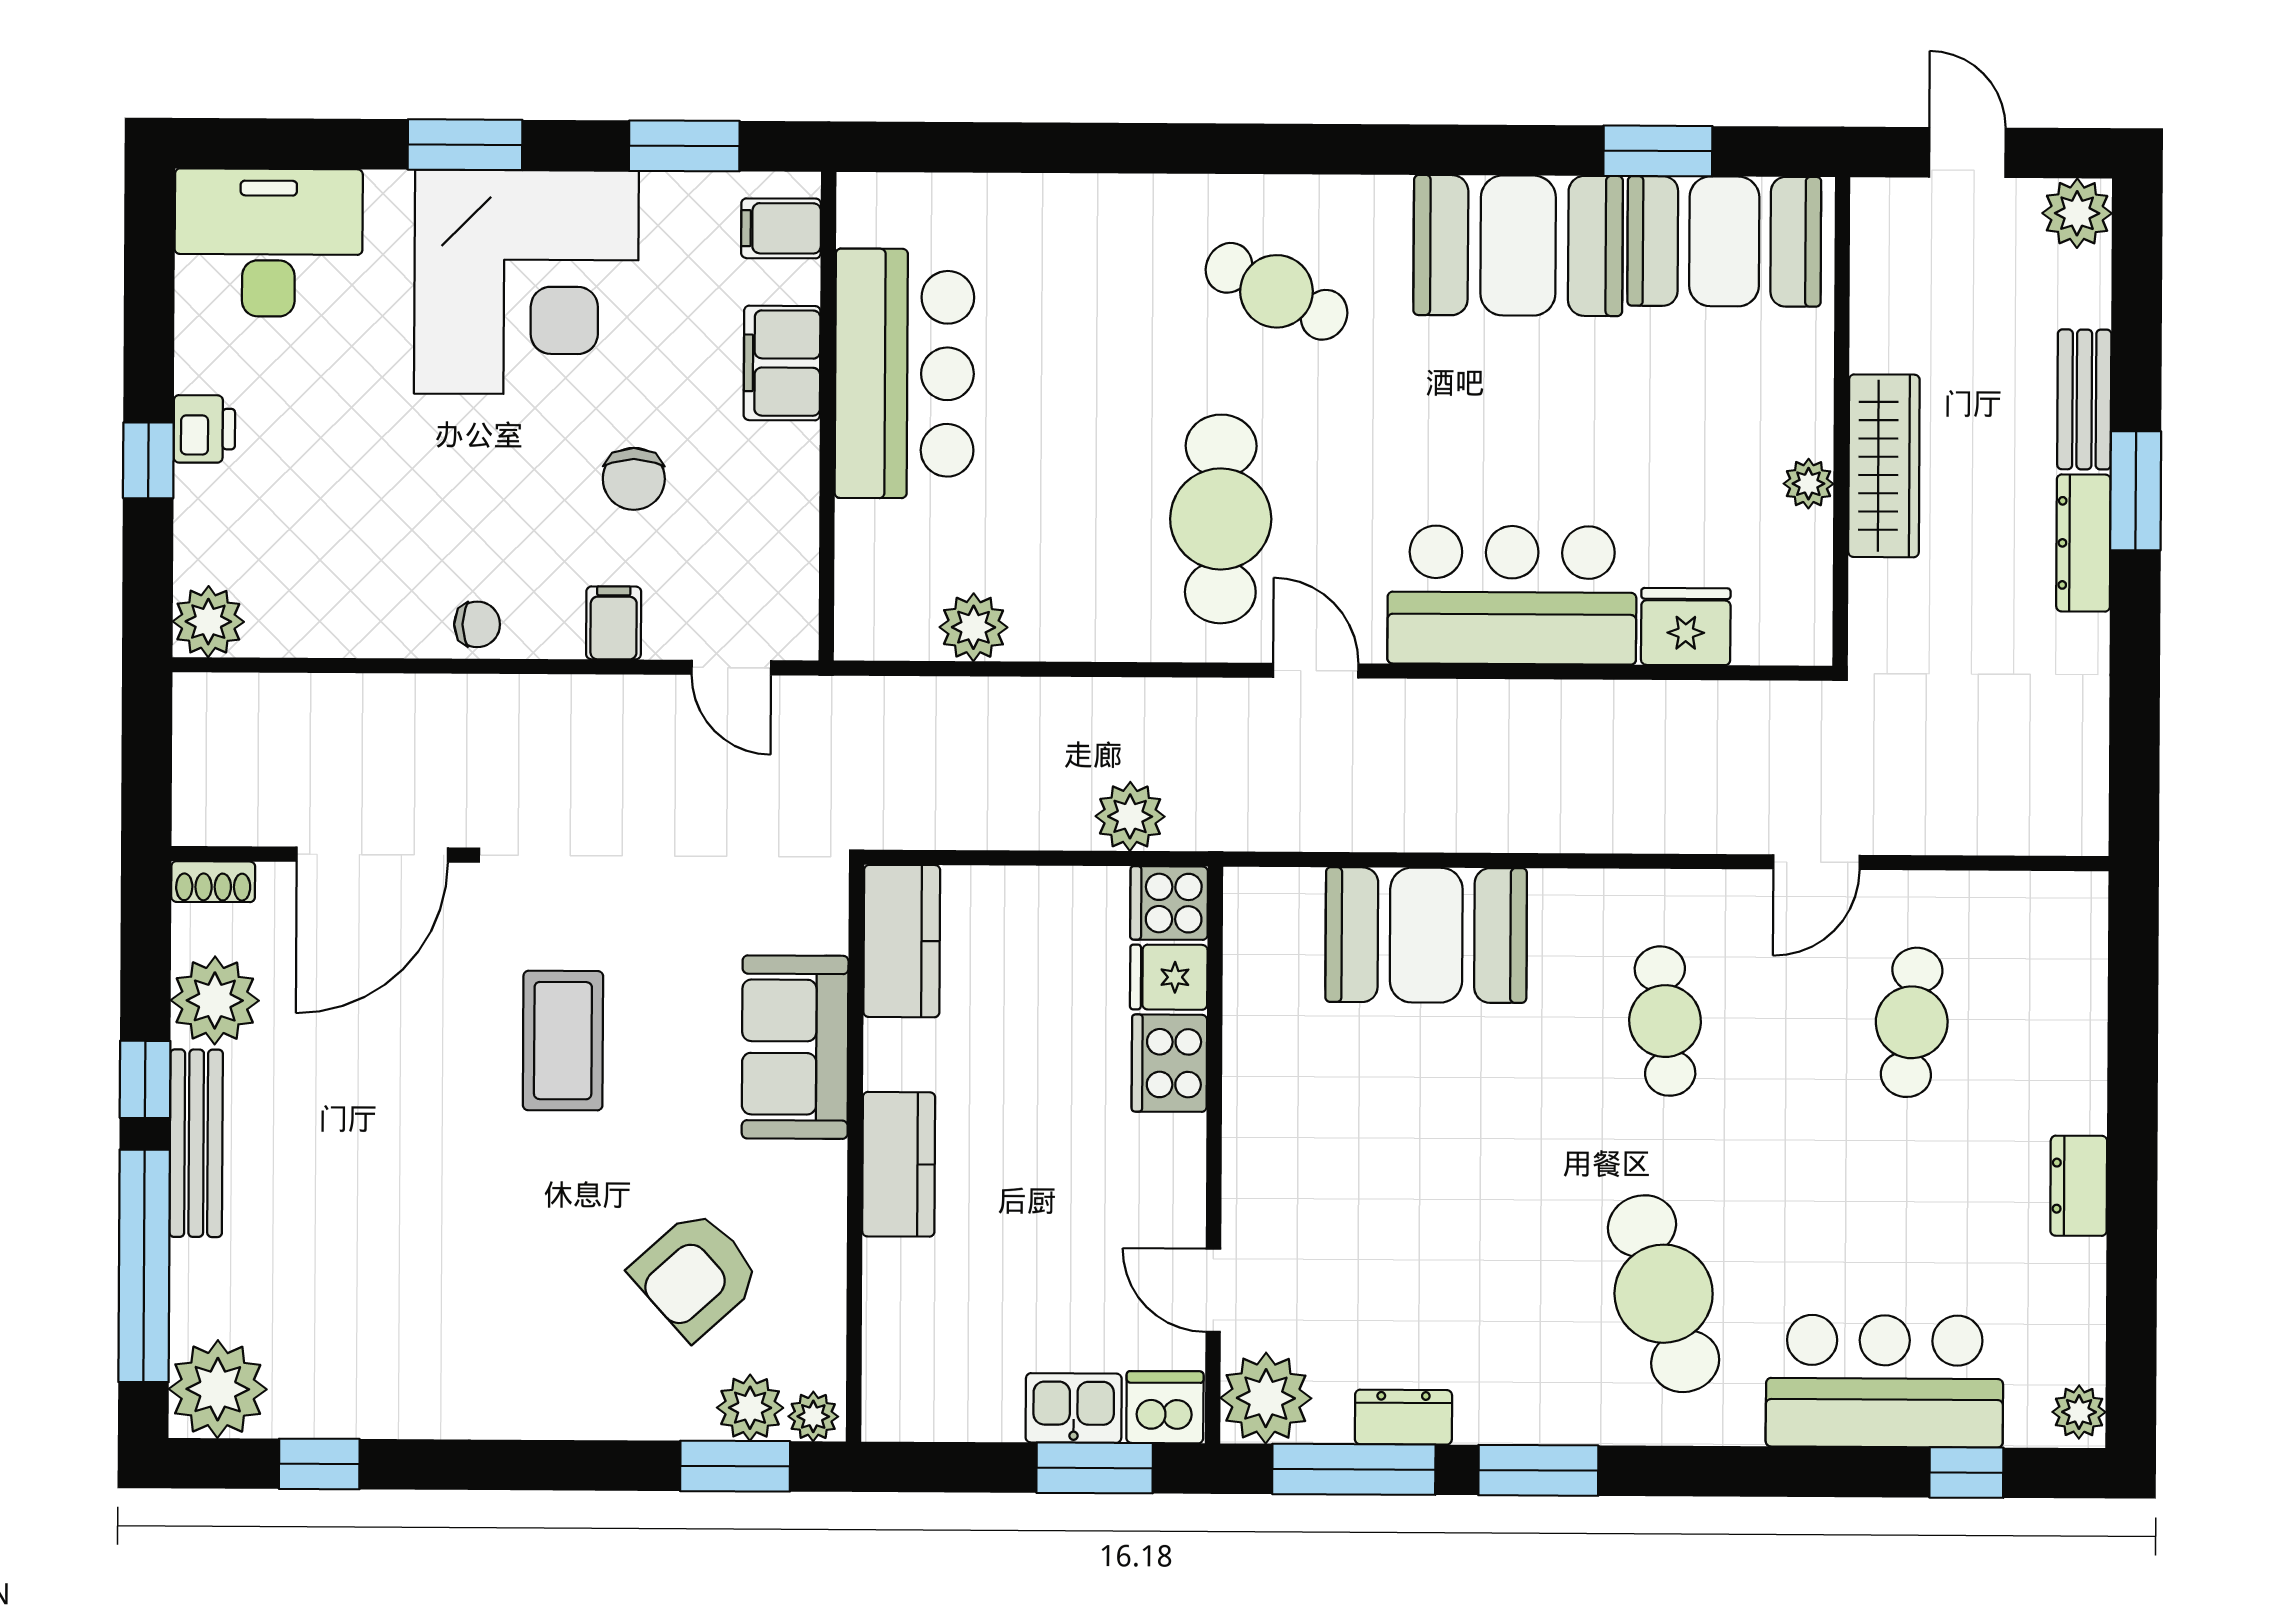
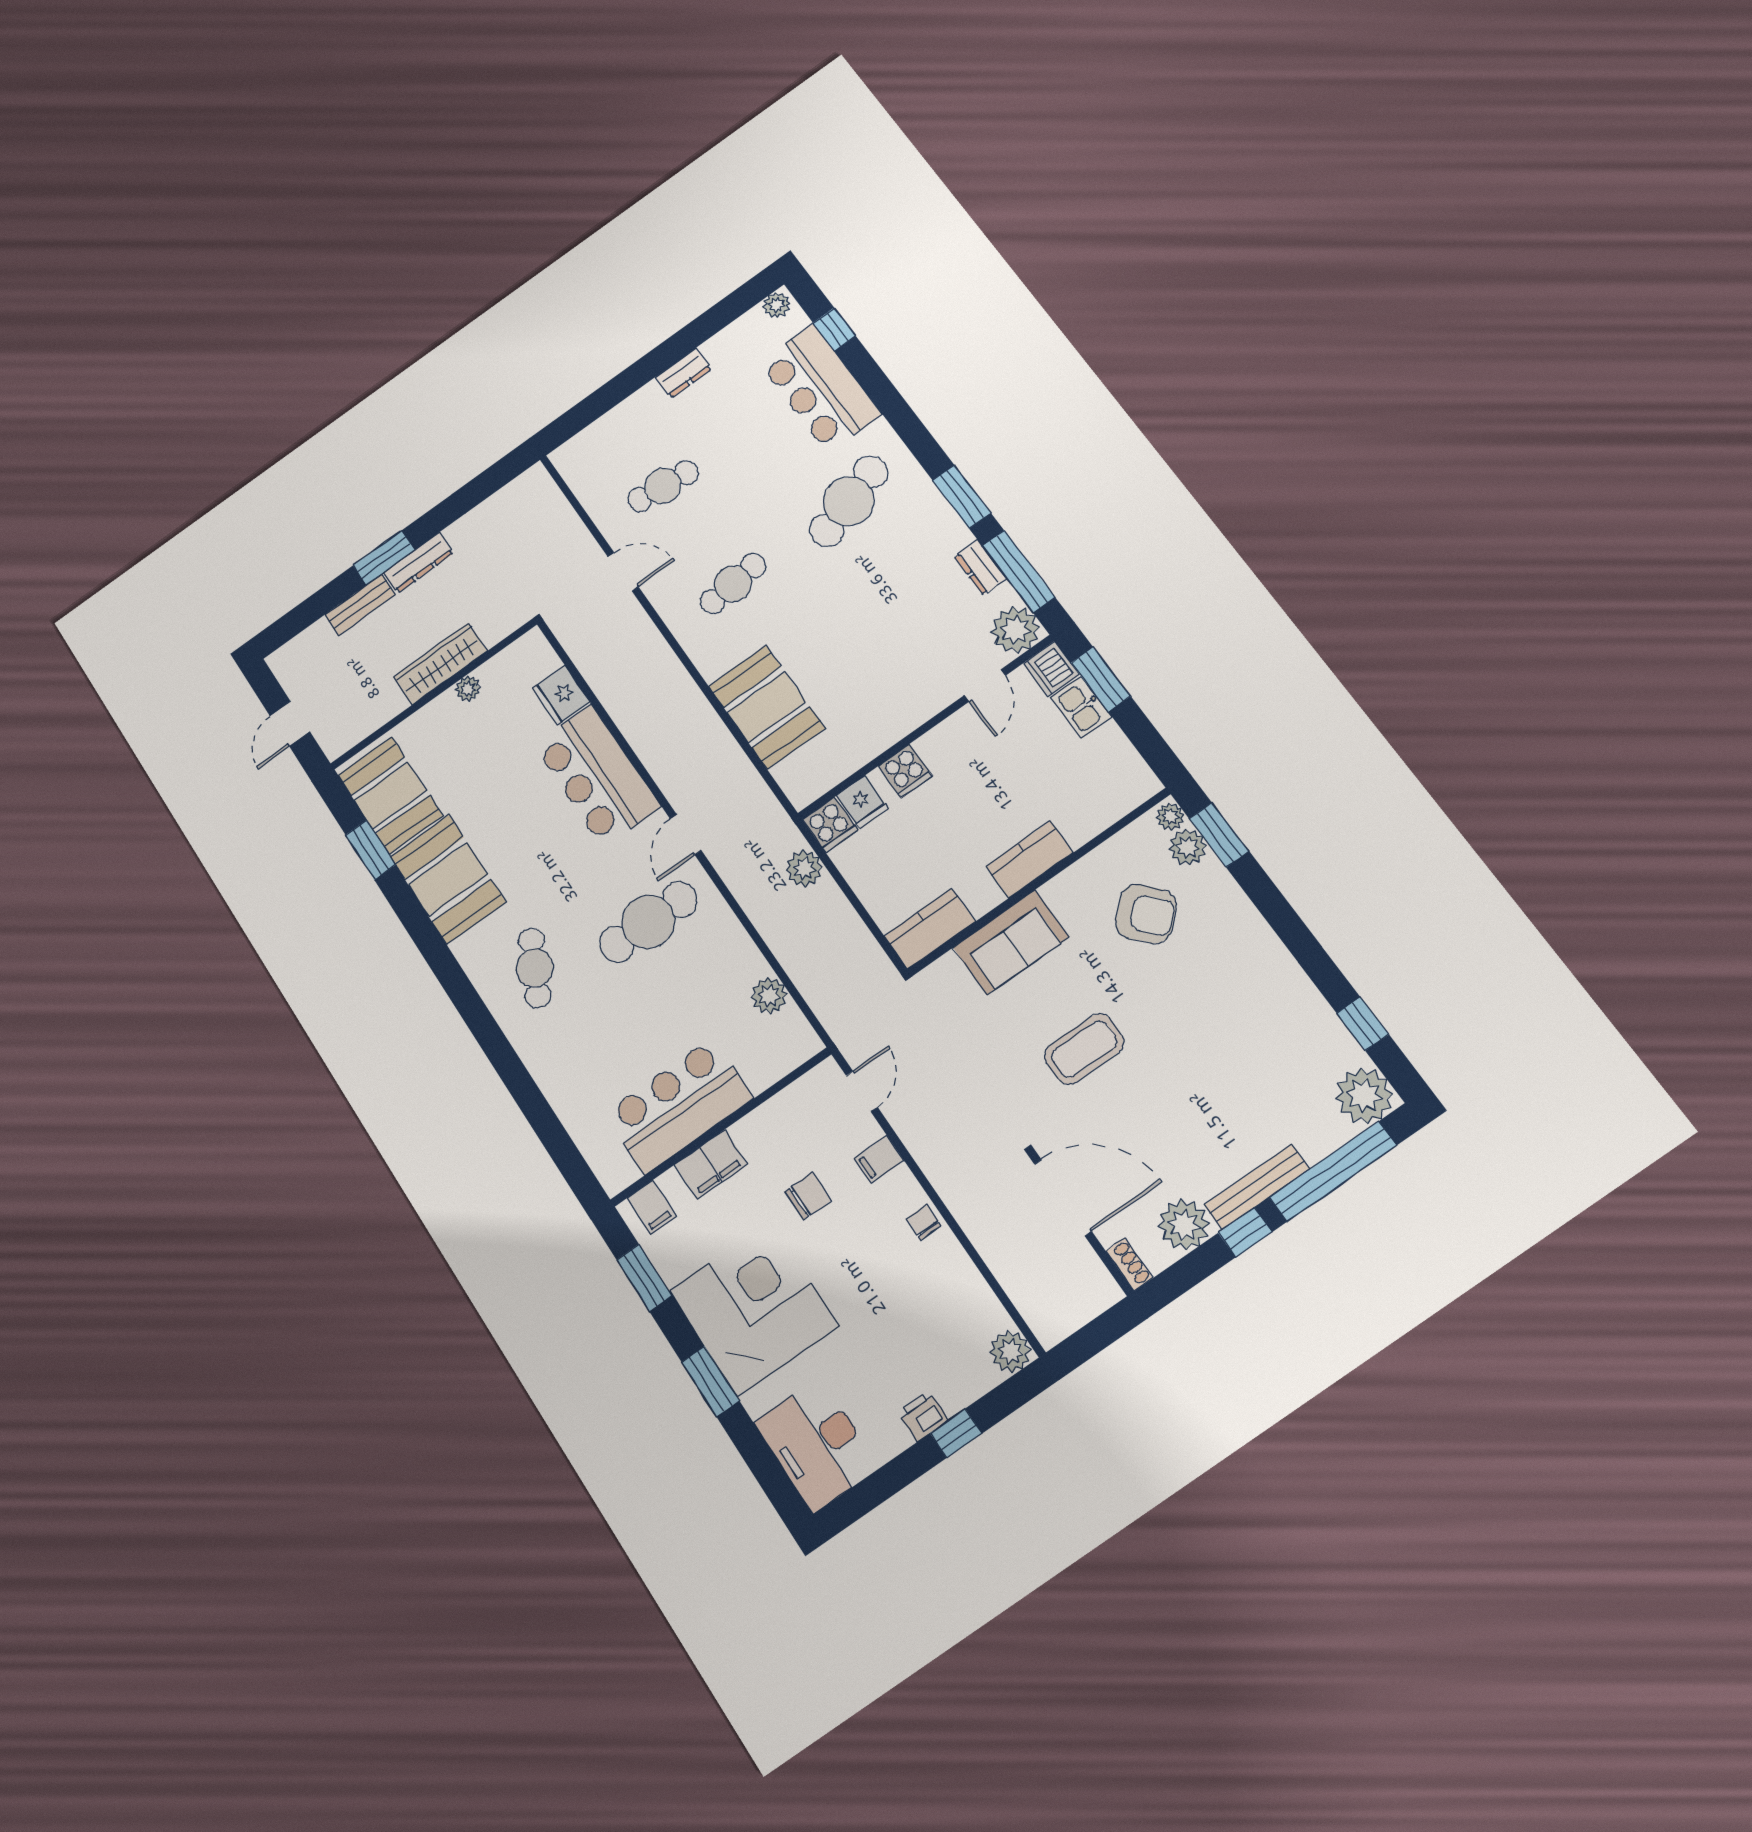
plant: (2077, 213) -> (286, 662), removed
cooker: (1169, 1063) -> (905, 771), width x0.73

